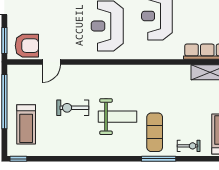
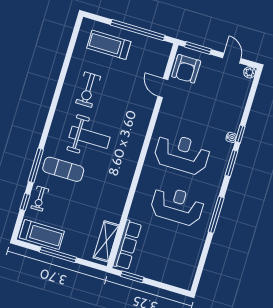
exercise bike: (73, 108) -> (88, 90), moved, turned 180
weight bench: (118, 117) -> (90, 137), turned -90
window: (18, 159) -> (25, 202), moved

